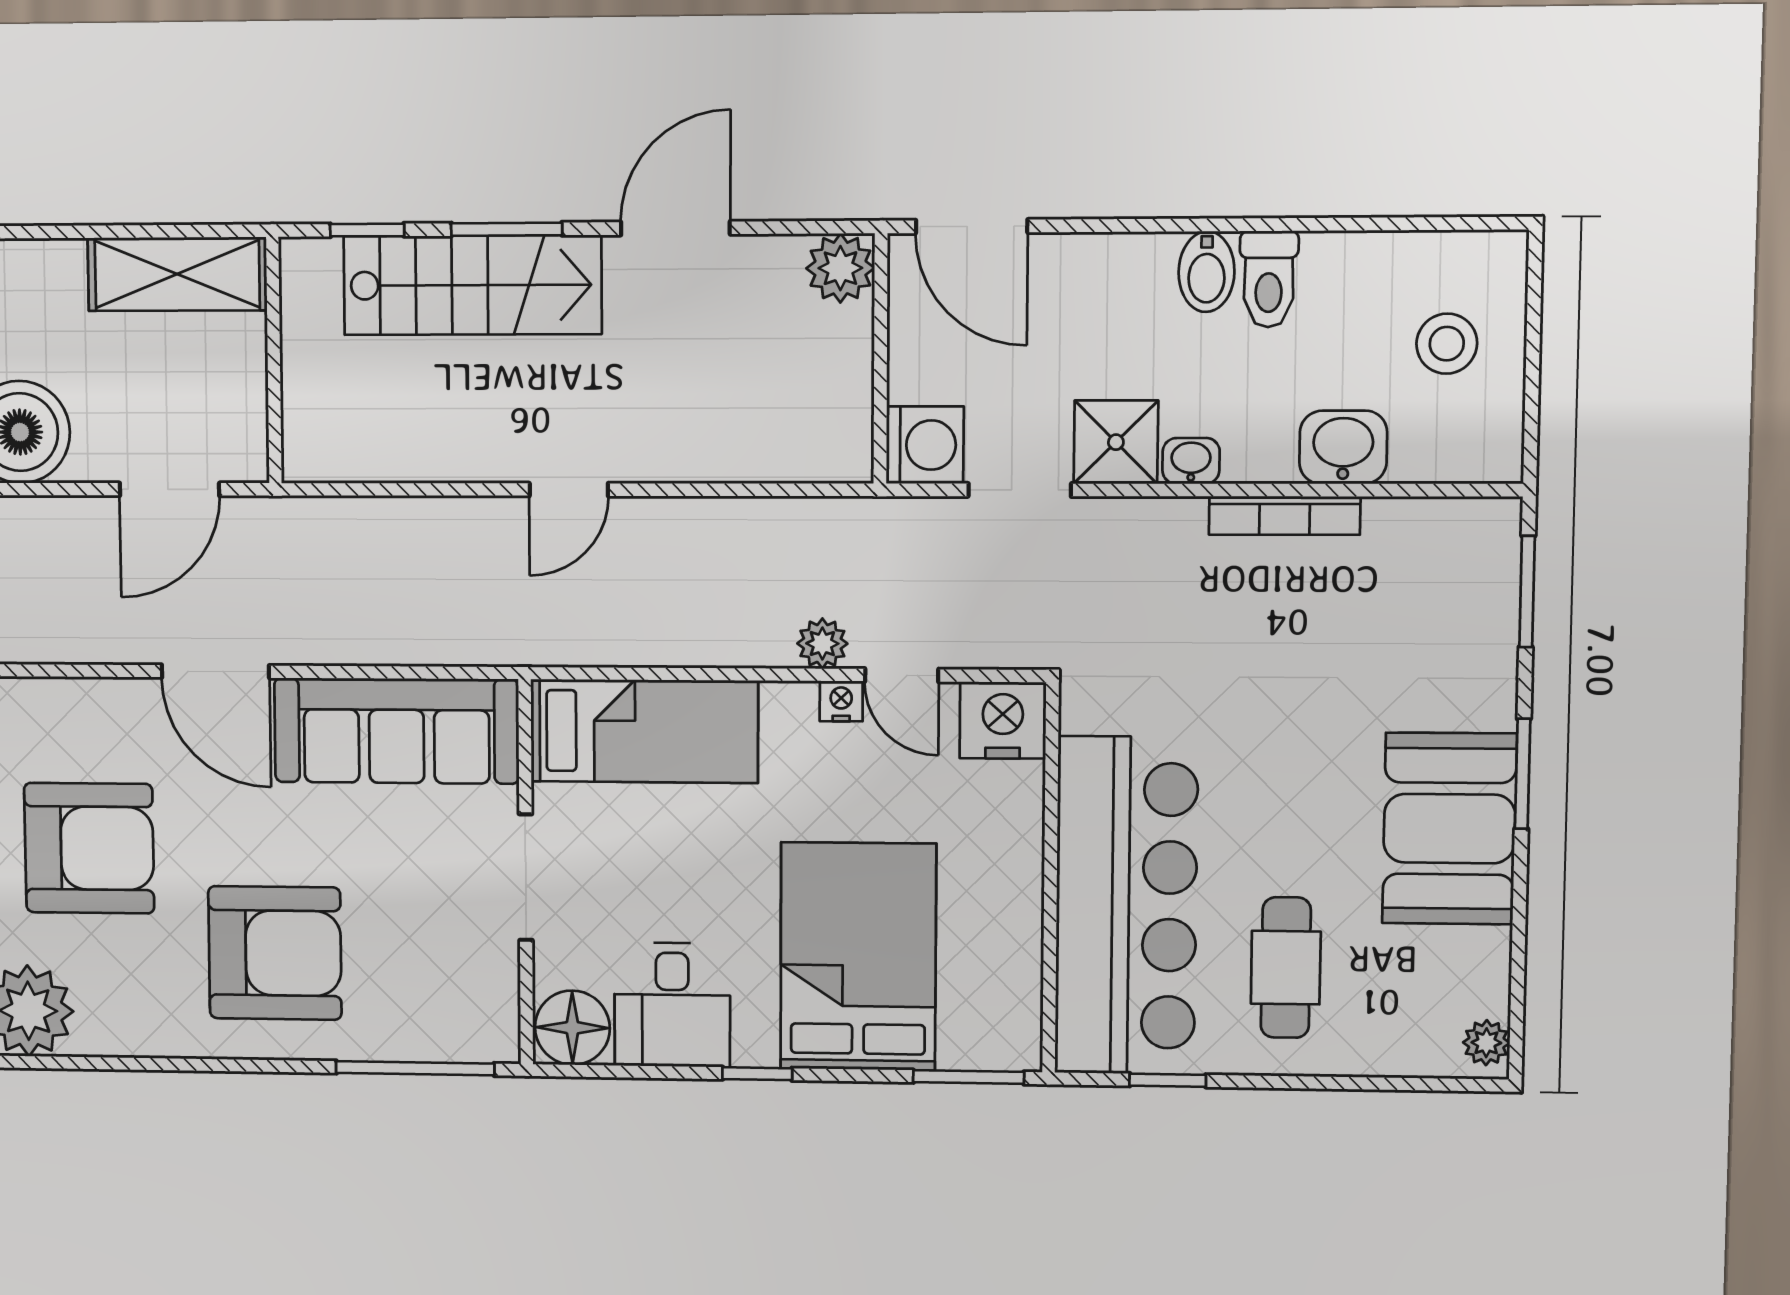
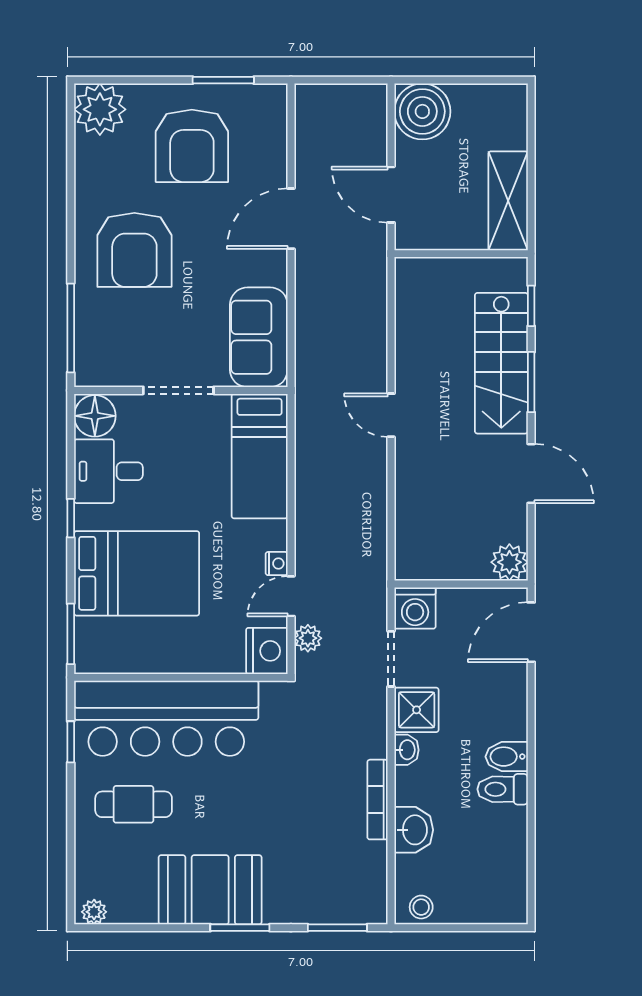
stool: (1447, 344) -> (421, 907), moved, width x0.73, depth x0.73
plant: (822, 644) -> (308, 638), moved
sofa: (396, 731) -> (259, 337), width x0.73

